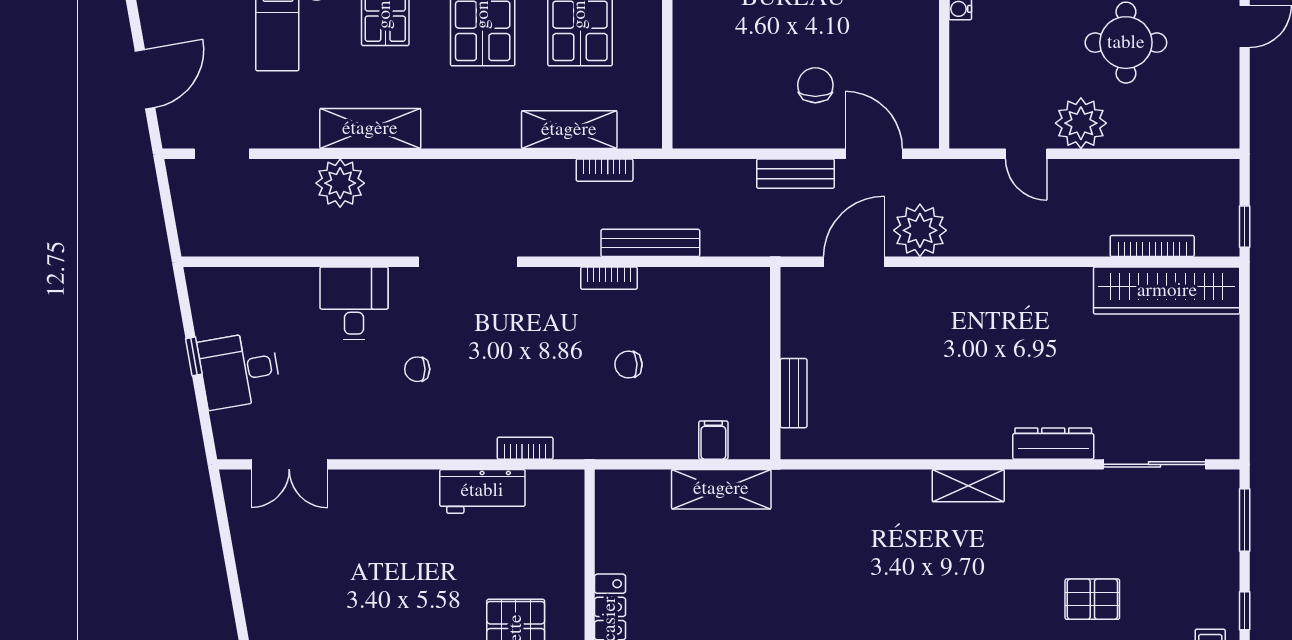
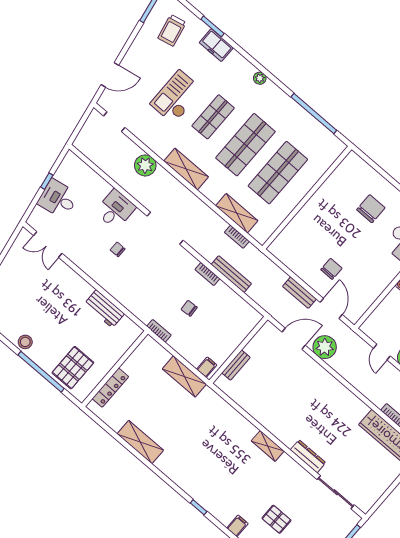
shelving: (370, 129) -> (186, 169), moved
filing cabinet: (713, 440) -> (207, 367), moved
bookcase: (525, 448) -> (159, 331), moved

